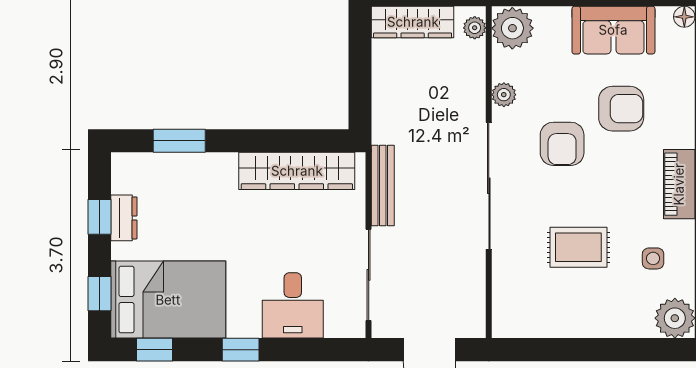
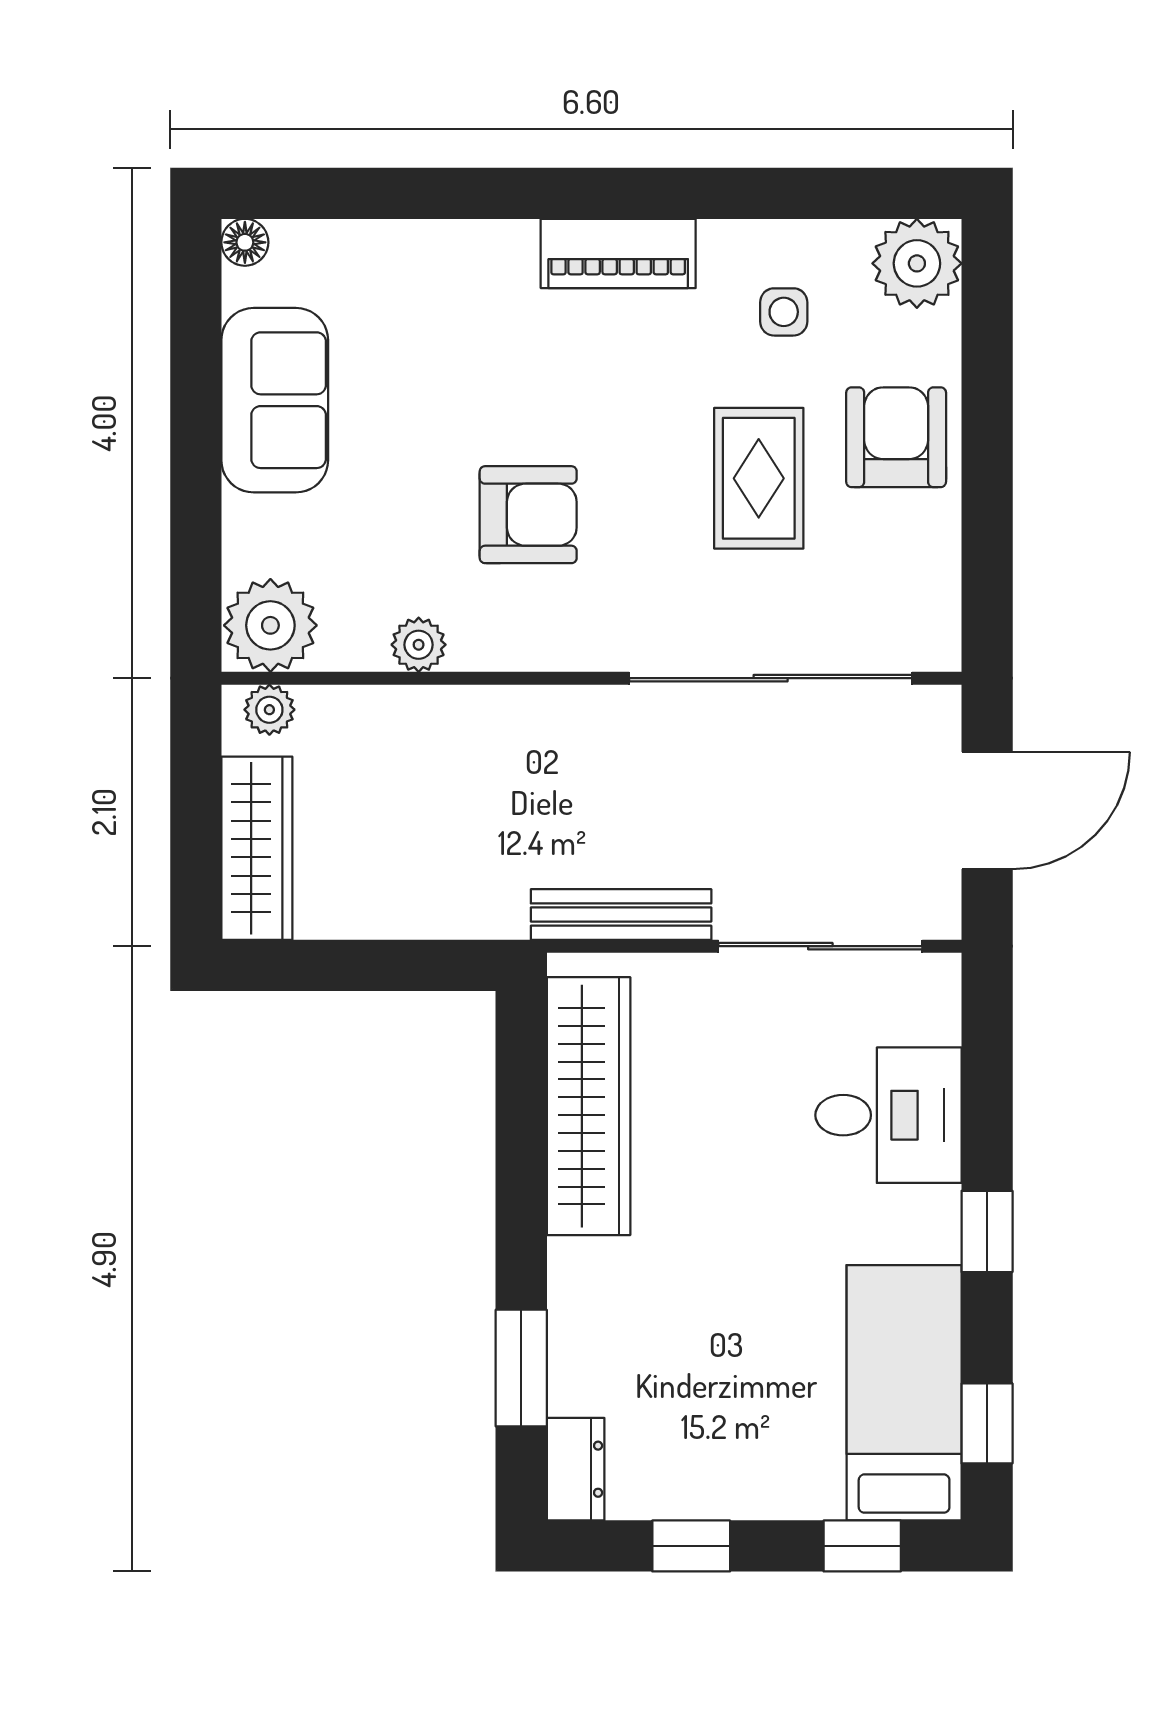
armchair: (621, 109) -> (896, 437), moved
sliding door: (489, 186) -> (771, 678), moved
dresser: (124, 218) -> (576, 1469), moved, turned 90
bed: (168, 300) -> (904, 1393), width x0.67

